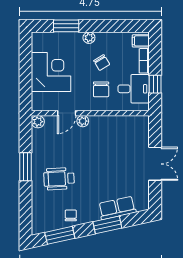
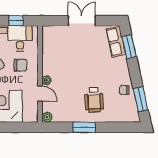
row of seats: (117, 208) -> (116, 42), moved
window: (107, 225) -> (129, 47), moved

